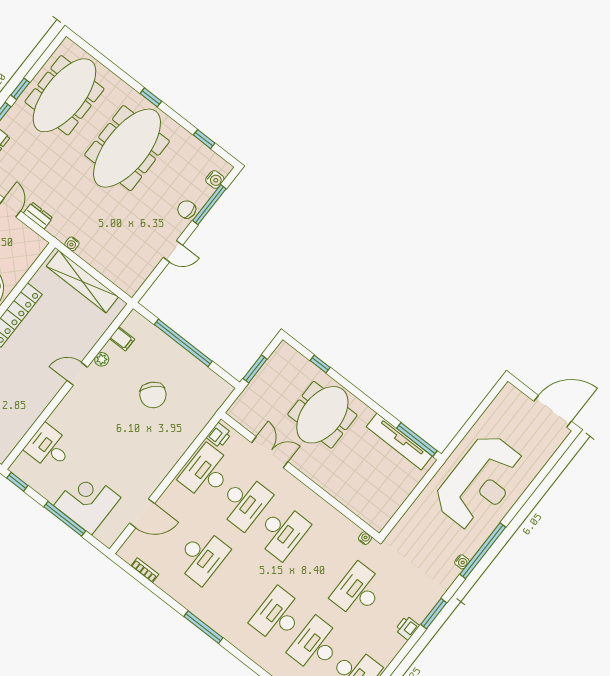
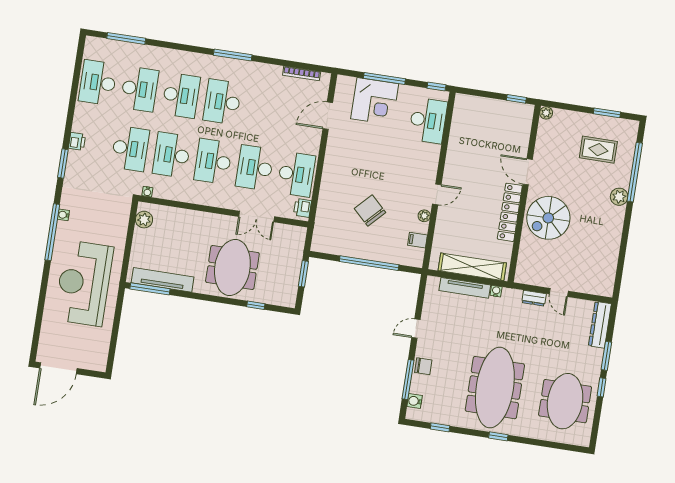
meeting table: (64, 95) -> (565, 401), width x0.73
tv unit: (101, 265) -> (465, 288), added
desk: (49, 447) -> (428, 120), width x1.37
plant: (384, 512) -> (144, 220), added
desk: (202, 556) -> (222, 102), moved
desk: (320, 561) -> (172, 155), added
bookcase: (145, 570) -> (302, 73), width x1.56

